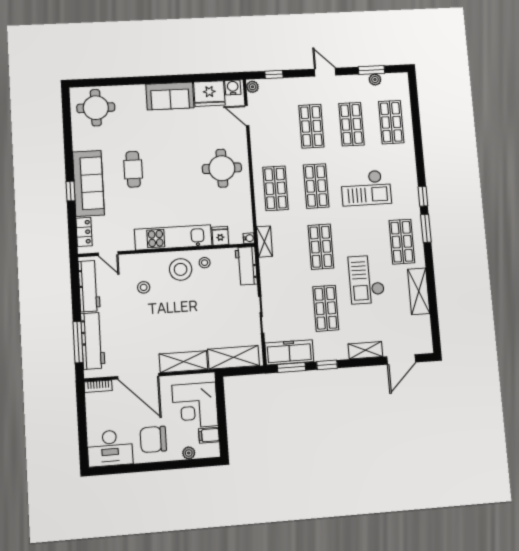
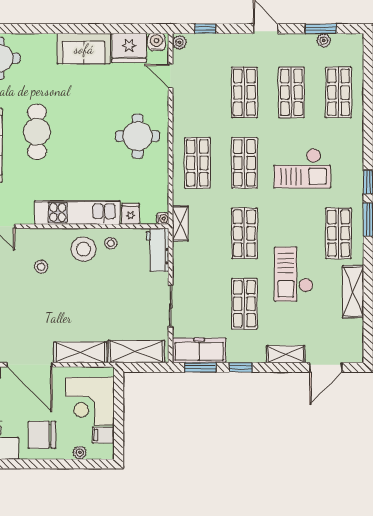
cafe table: (133, 169) -> (37, 132), width x1.37, depth x1.35

